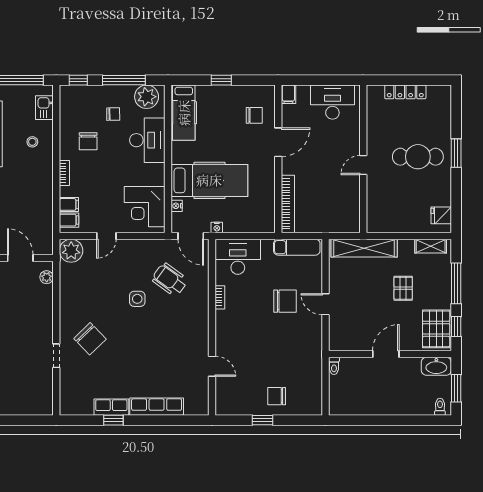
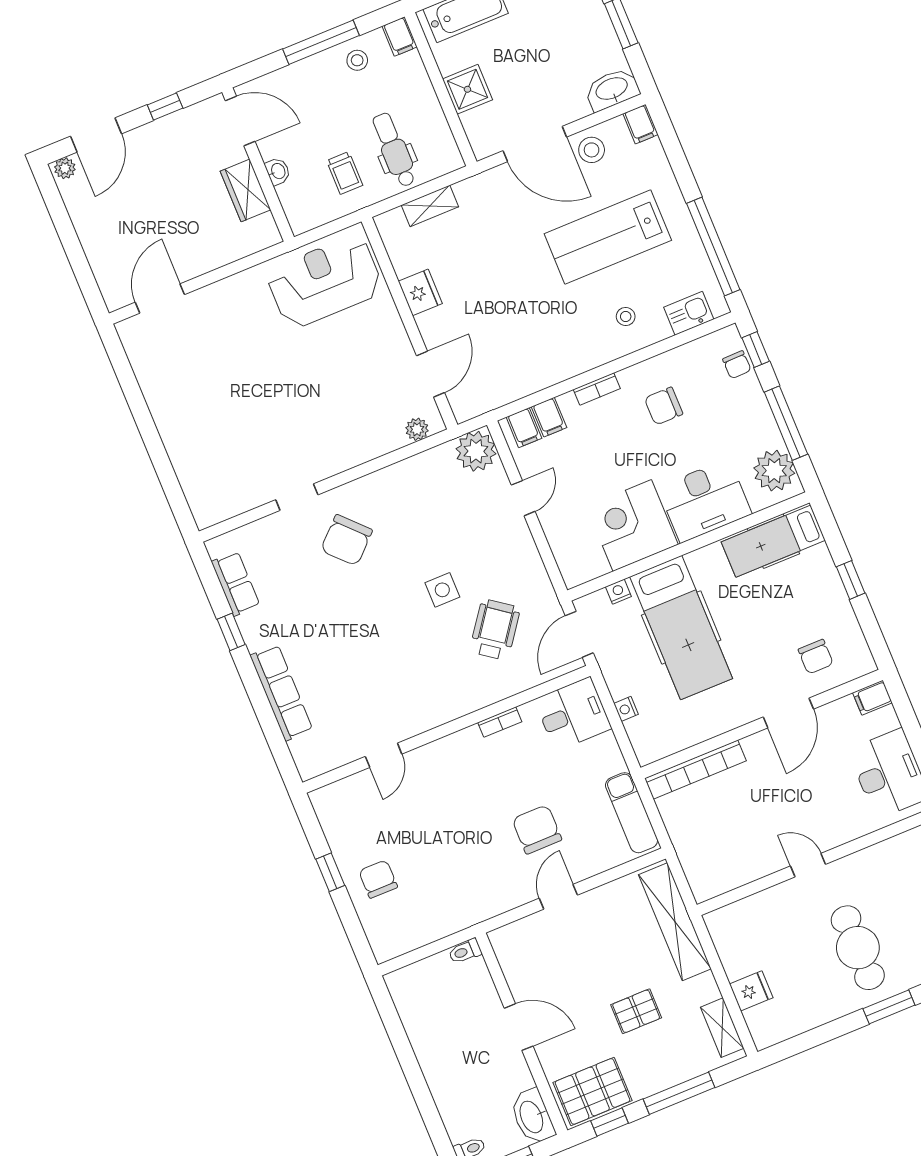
chair: (113, 114) -> (737, 365), moved
door: (278, 142) -> (788, 713), hinge flipped
corner desk: (145, 207) -> (632, 526), moved
fridge: (441, 215) -> (751, 991), moved, turned 90
nightstand: (217, 227) -> (626, 709), moved
door: (106, 236) -> (523, 498), swing flipped
desk: (238, 257) -> (573, 714), width x0.73
chair: (285, 301) -> (537, 829), turned 180
row of seats: (111, 407) -> (236, 584), moved

